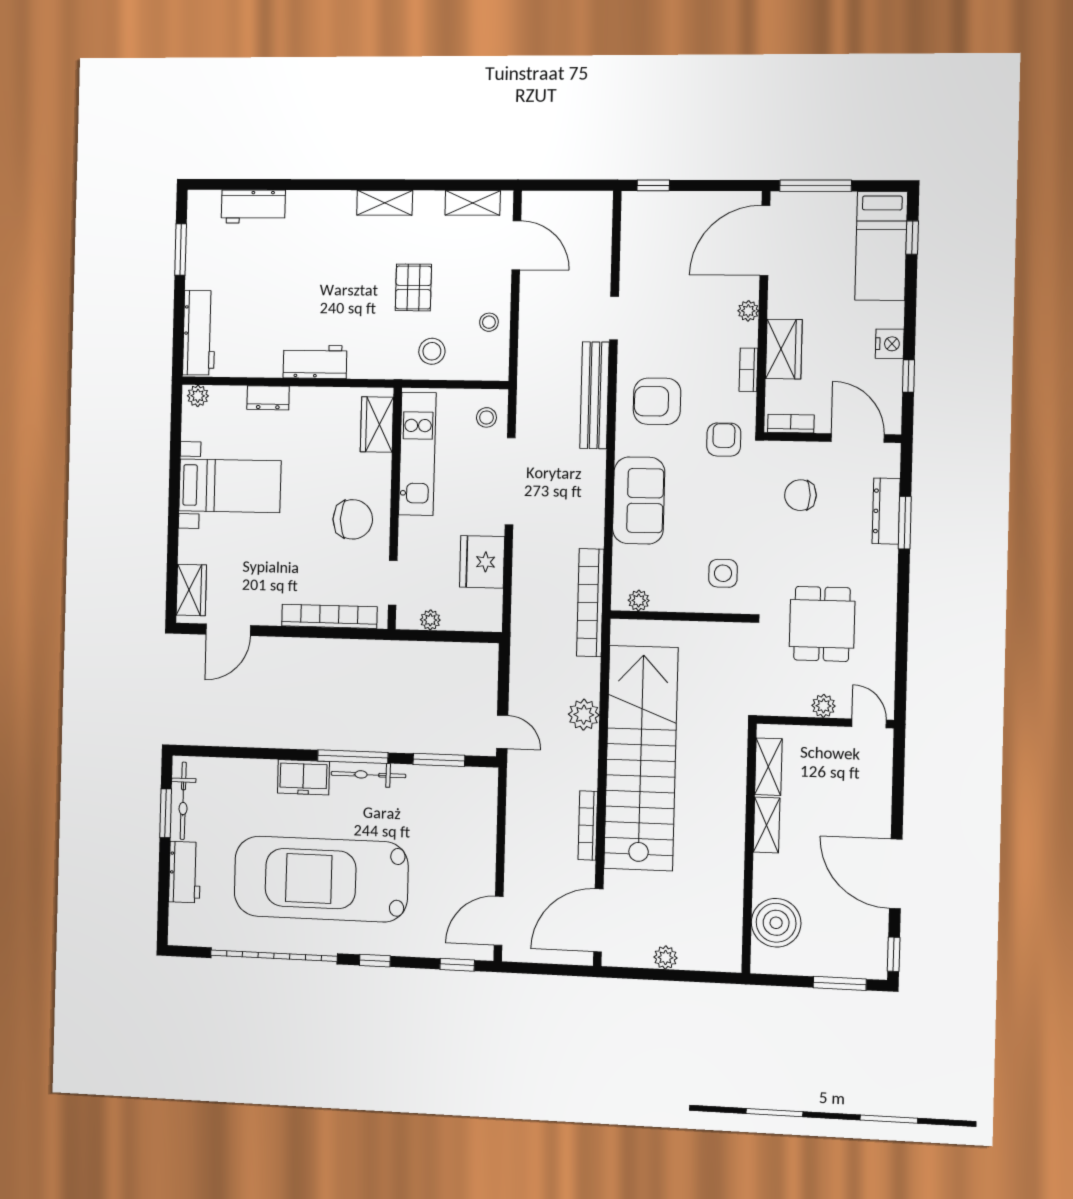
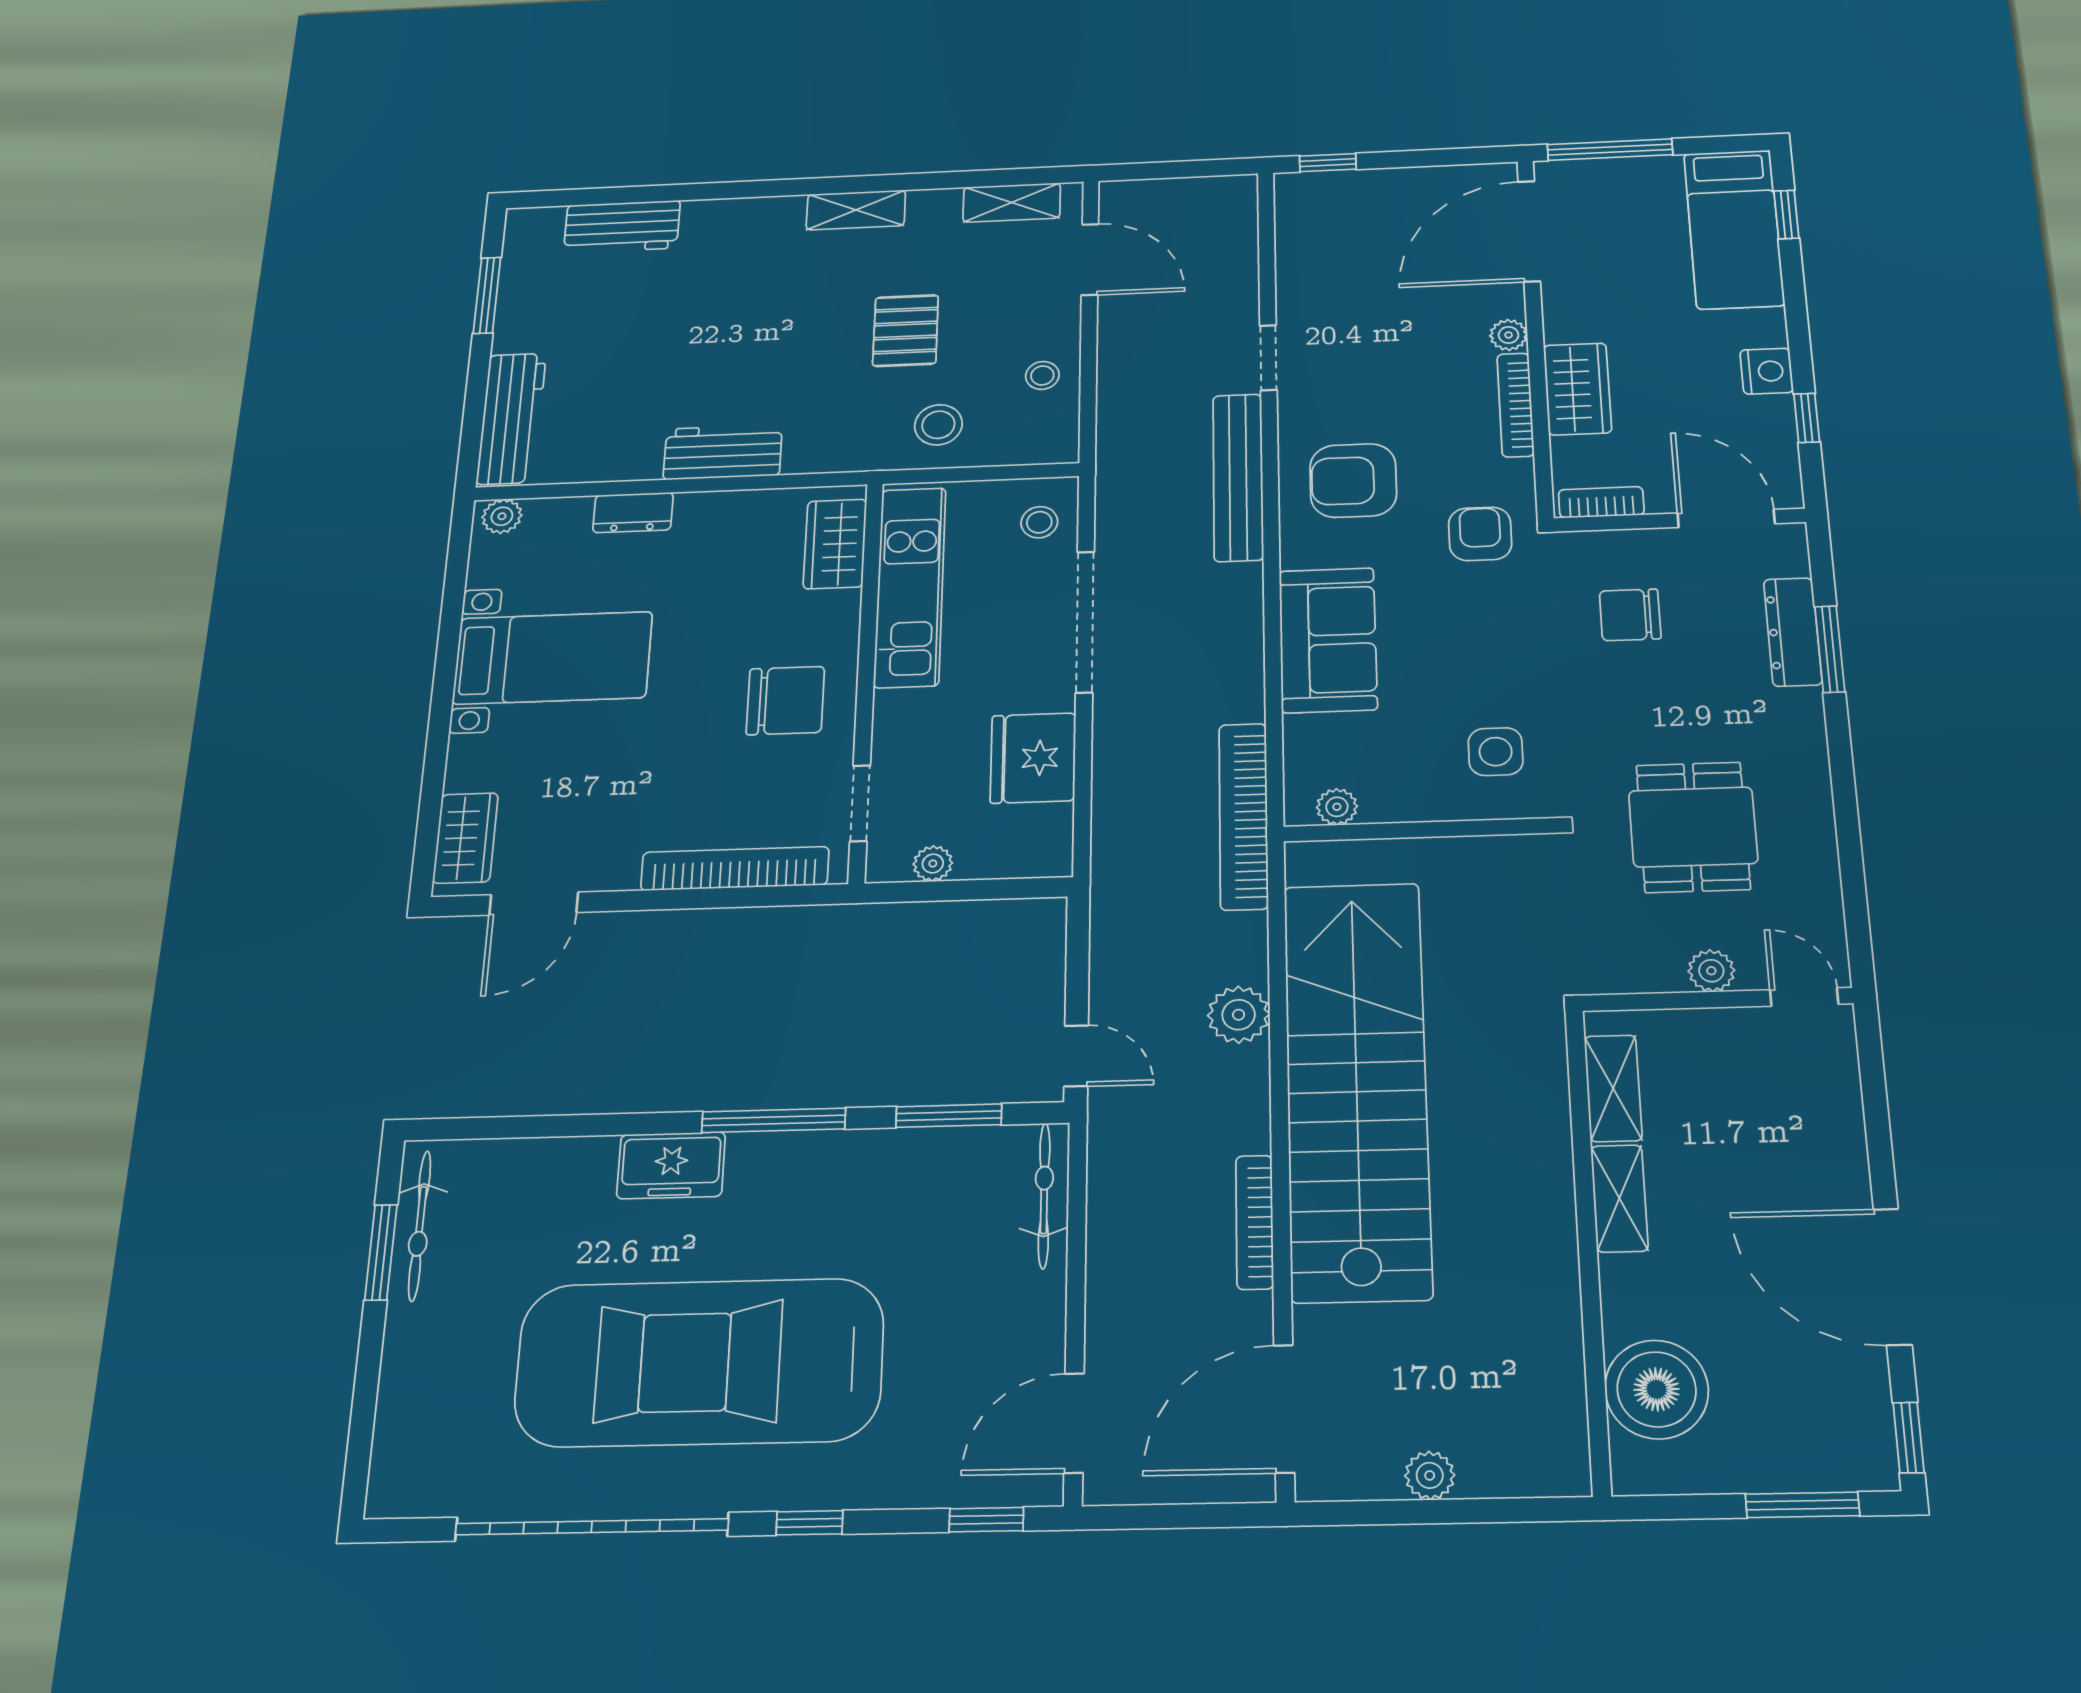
bookcase: (748, 370) -> (1515, 405), width x1.56
bicycle: (368, 775) -> (1044, 1196), moved, turned 90
workbench: (185, 872) -> (412, 1367), removed

